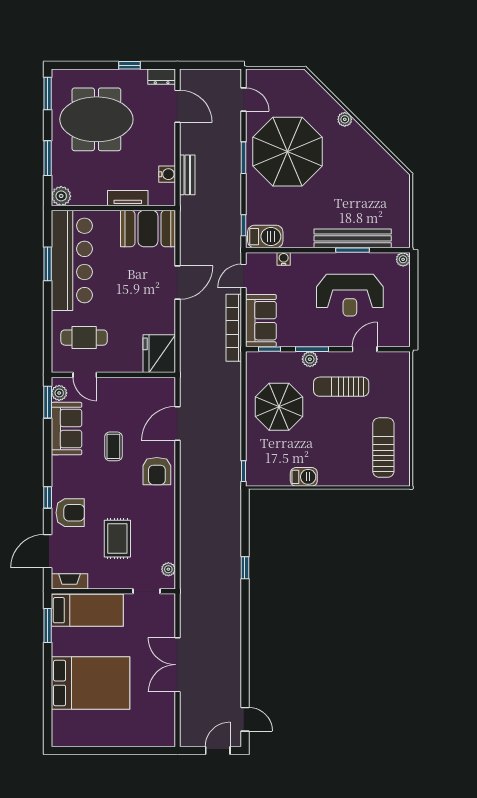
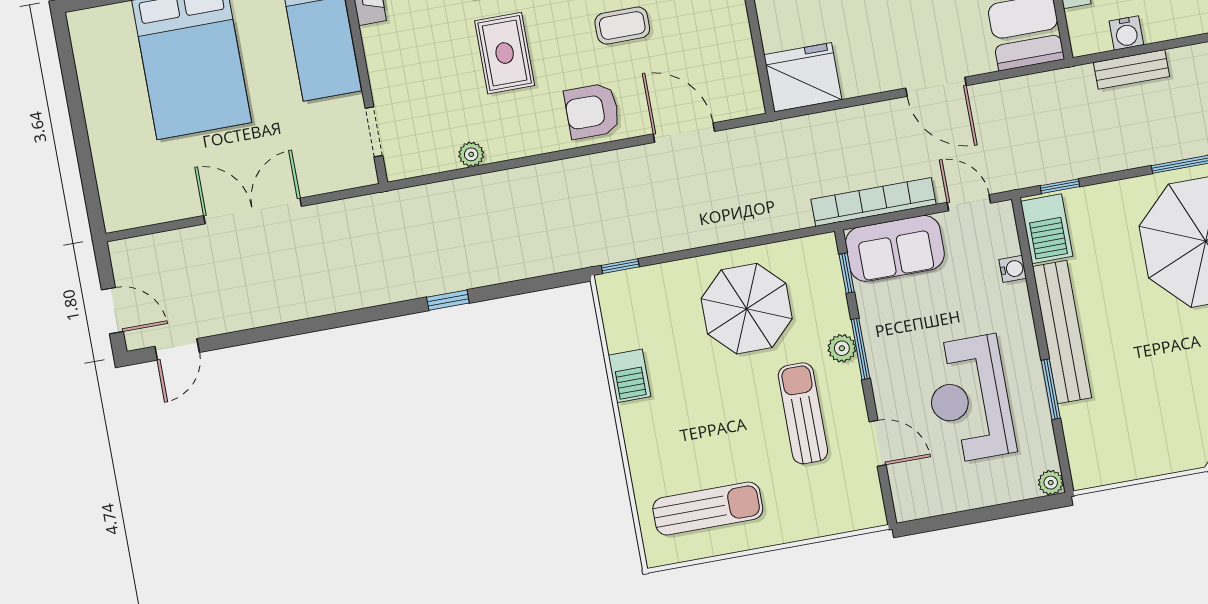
bench: (353, 238) -> (1062, 332), moved
rug: (117, 539) -> (505, 53), moved, turned 90
plant: (168, 569) -> (471, 154), moved

